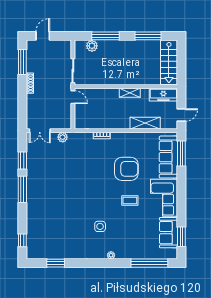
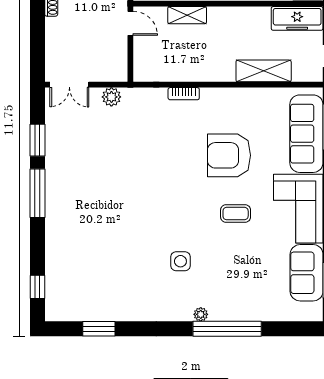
shelving: (130, 93) -> (187, 15), moved
armchair: (126, 169) -> (229, 155), turned 180
window: (149, 263) -> (227, 329), moved

